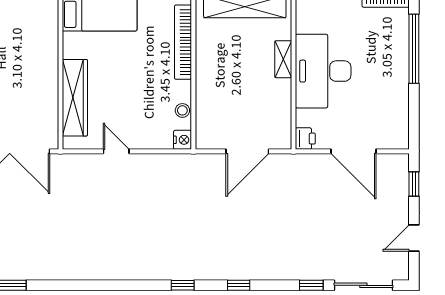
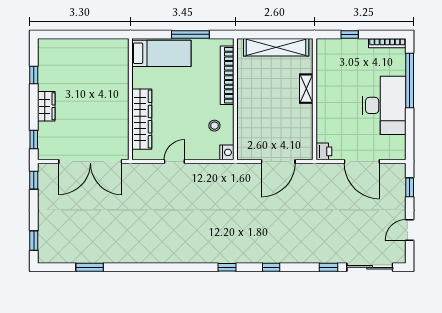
desk: (323, 71) -> (384, 105), moved, turned 180
stool: (182, 110) -> (214, 126), moved
door: (116, 151) -> (174, 162), hinge flipped

